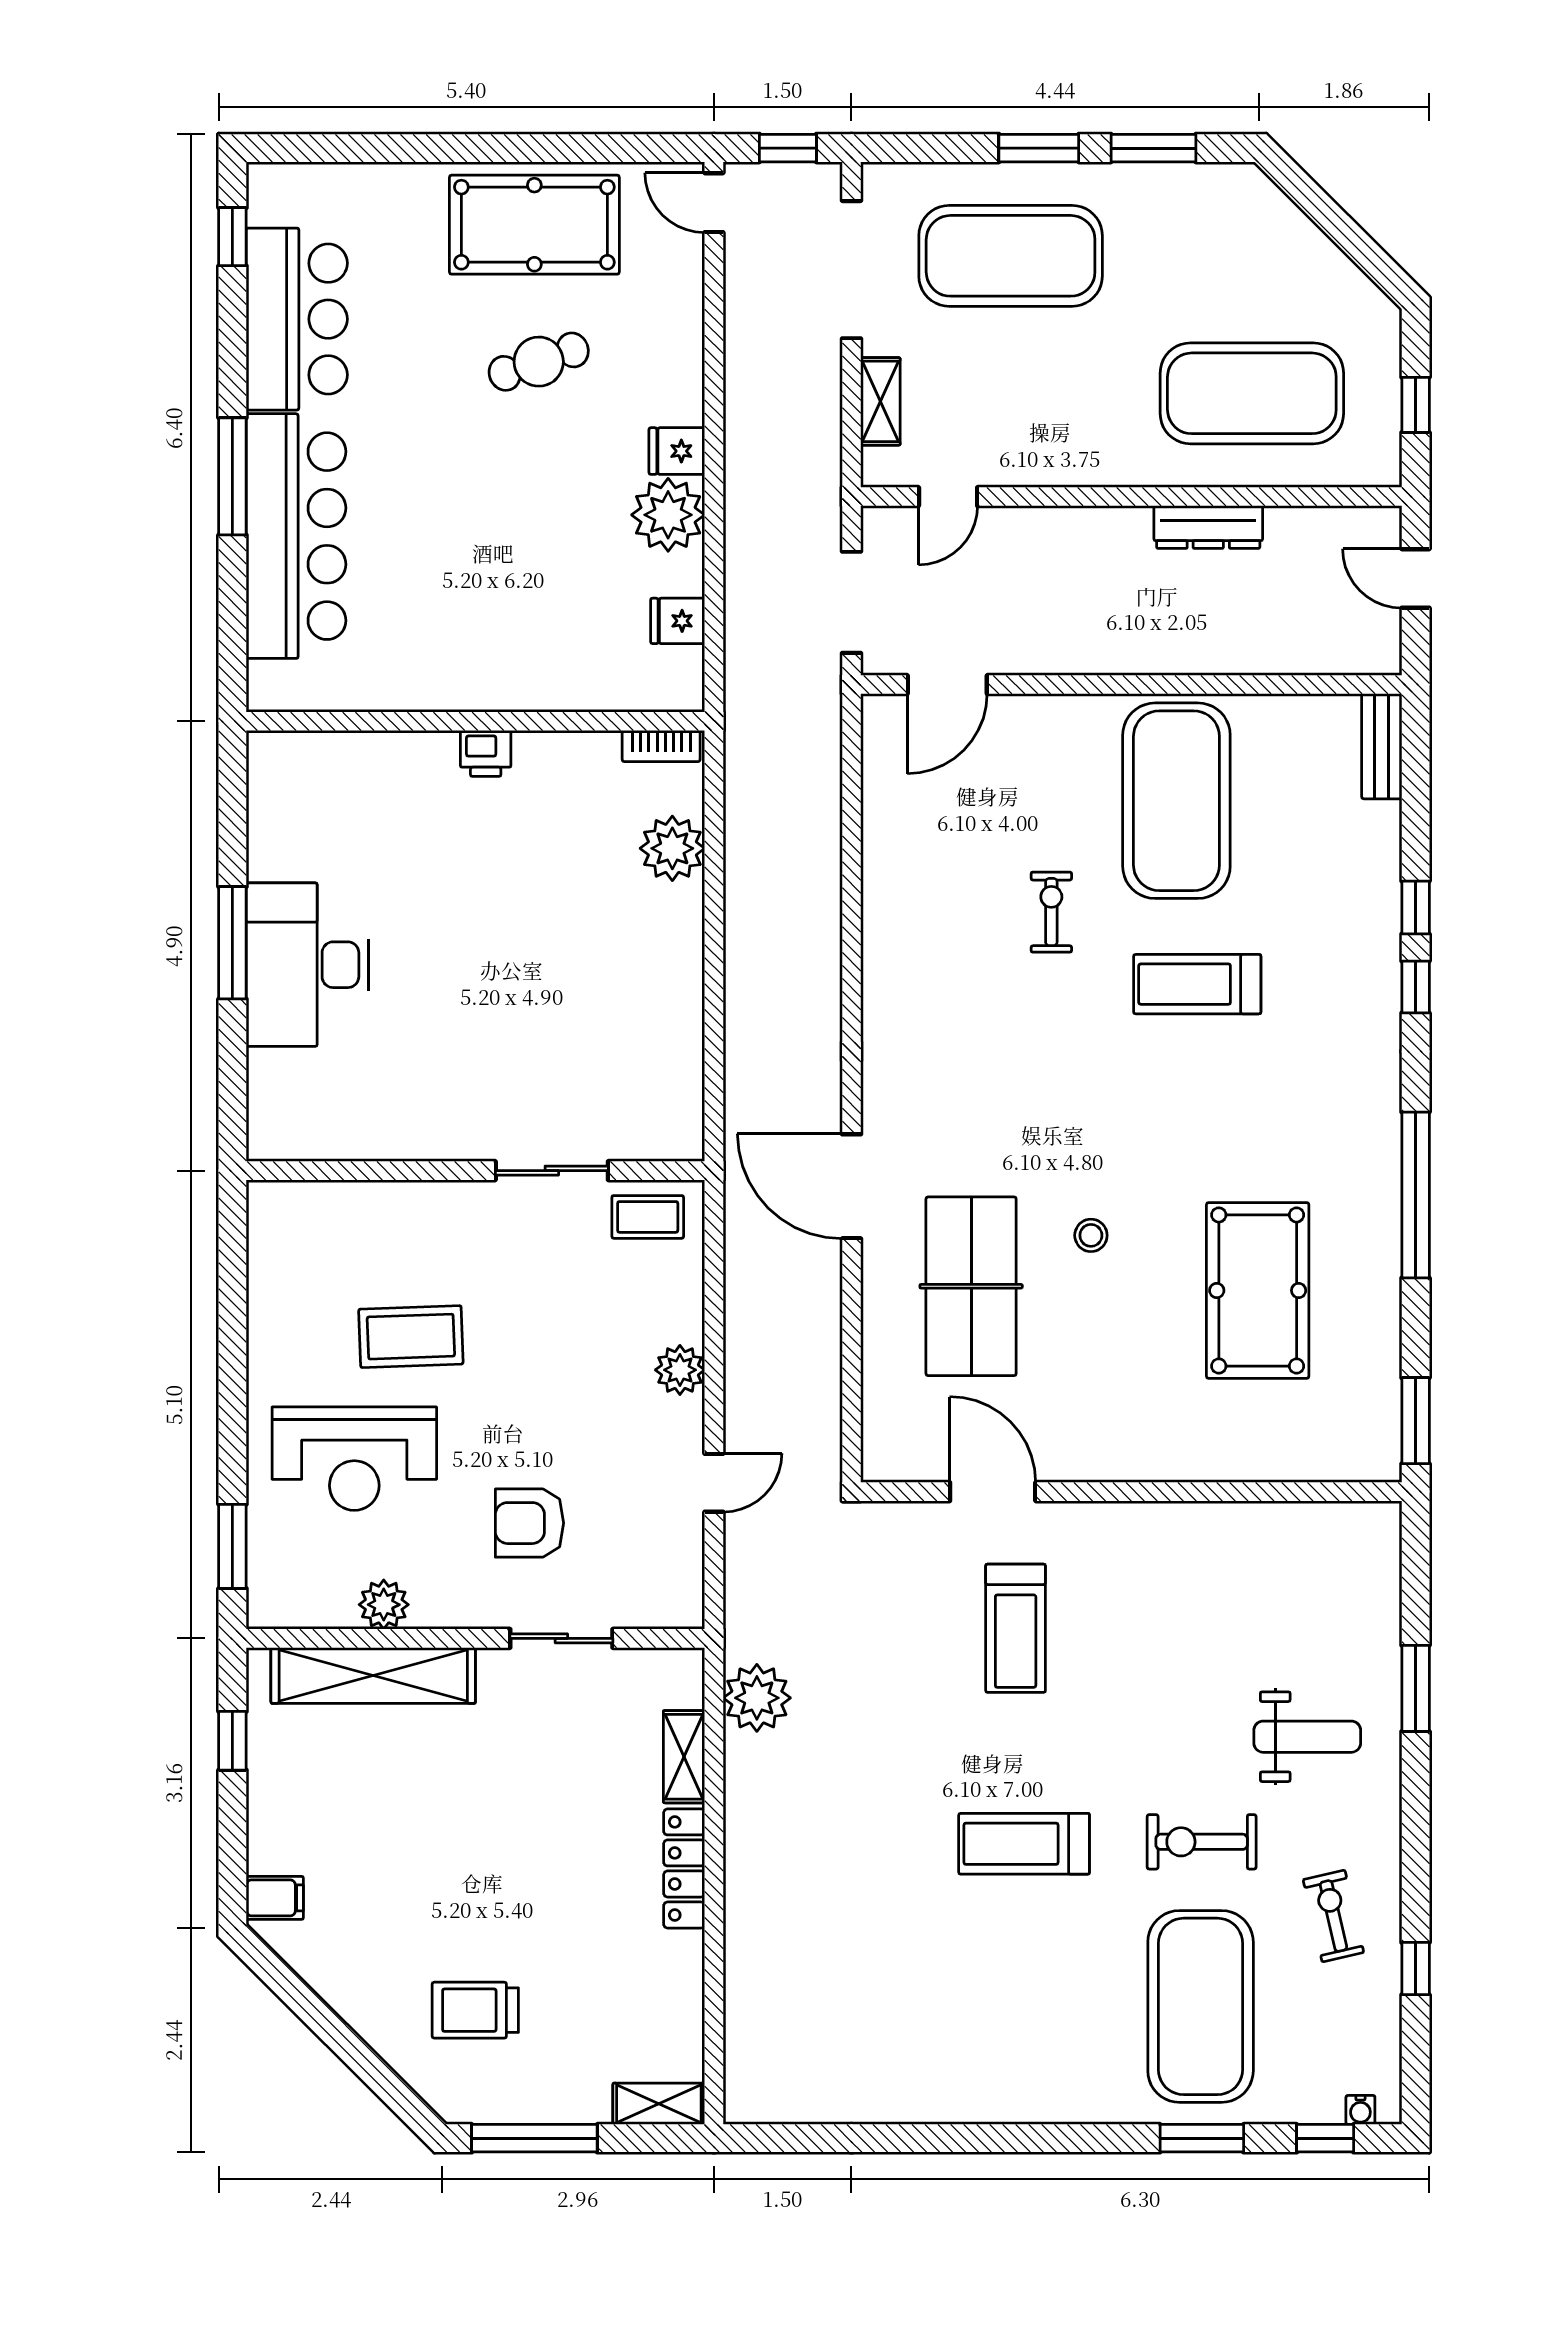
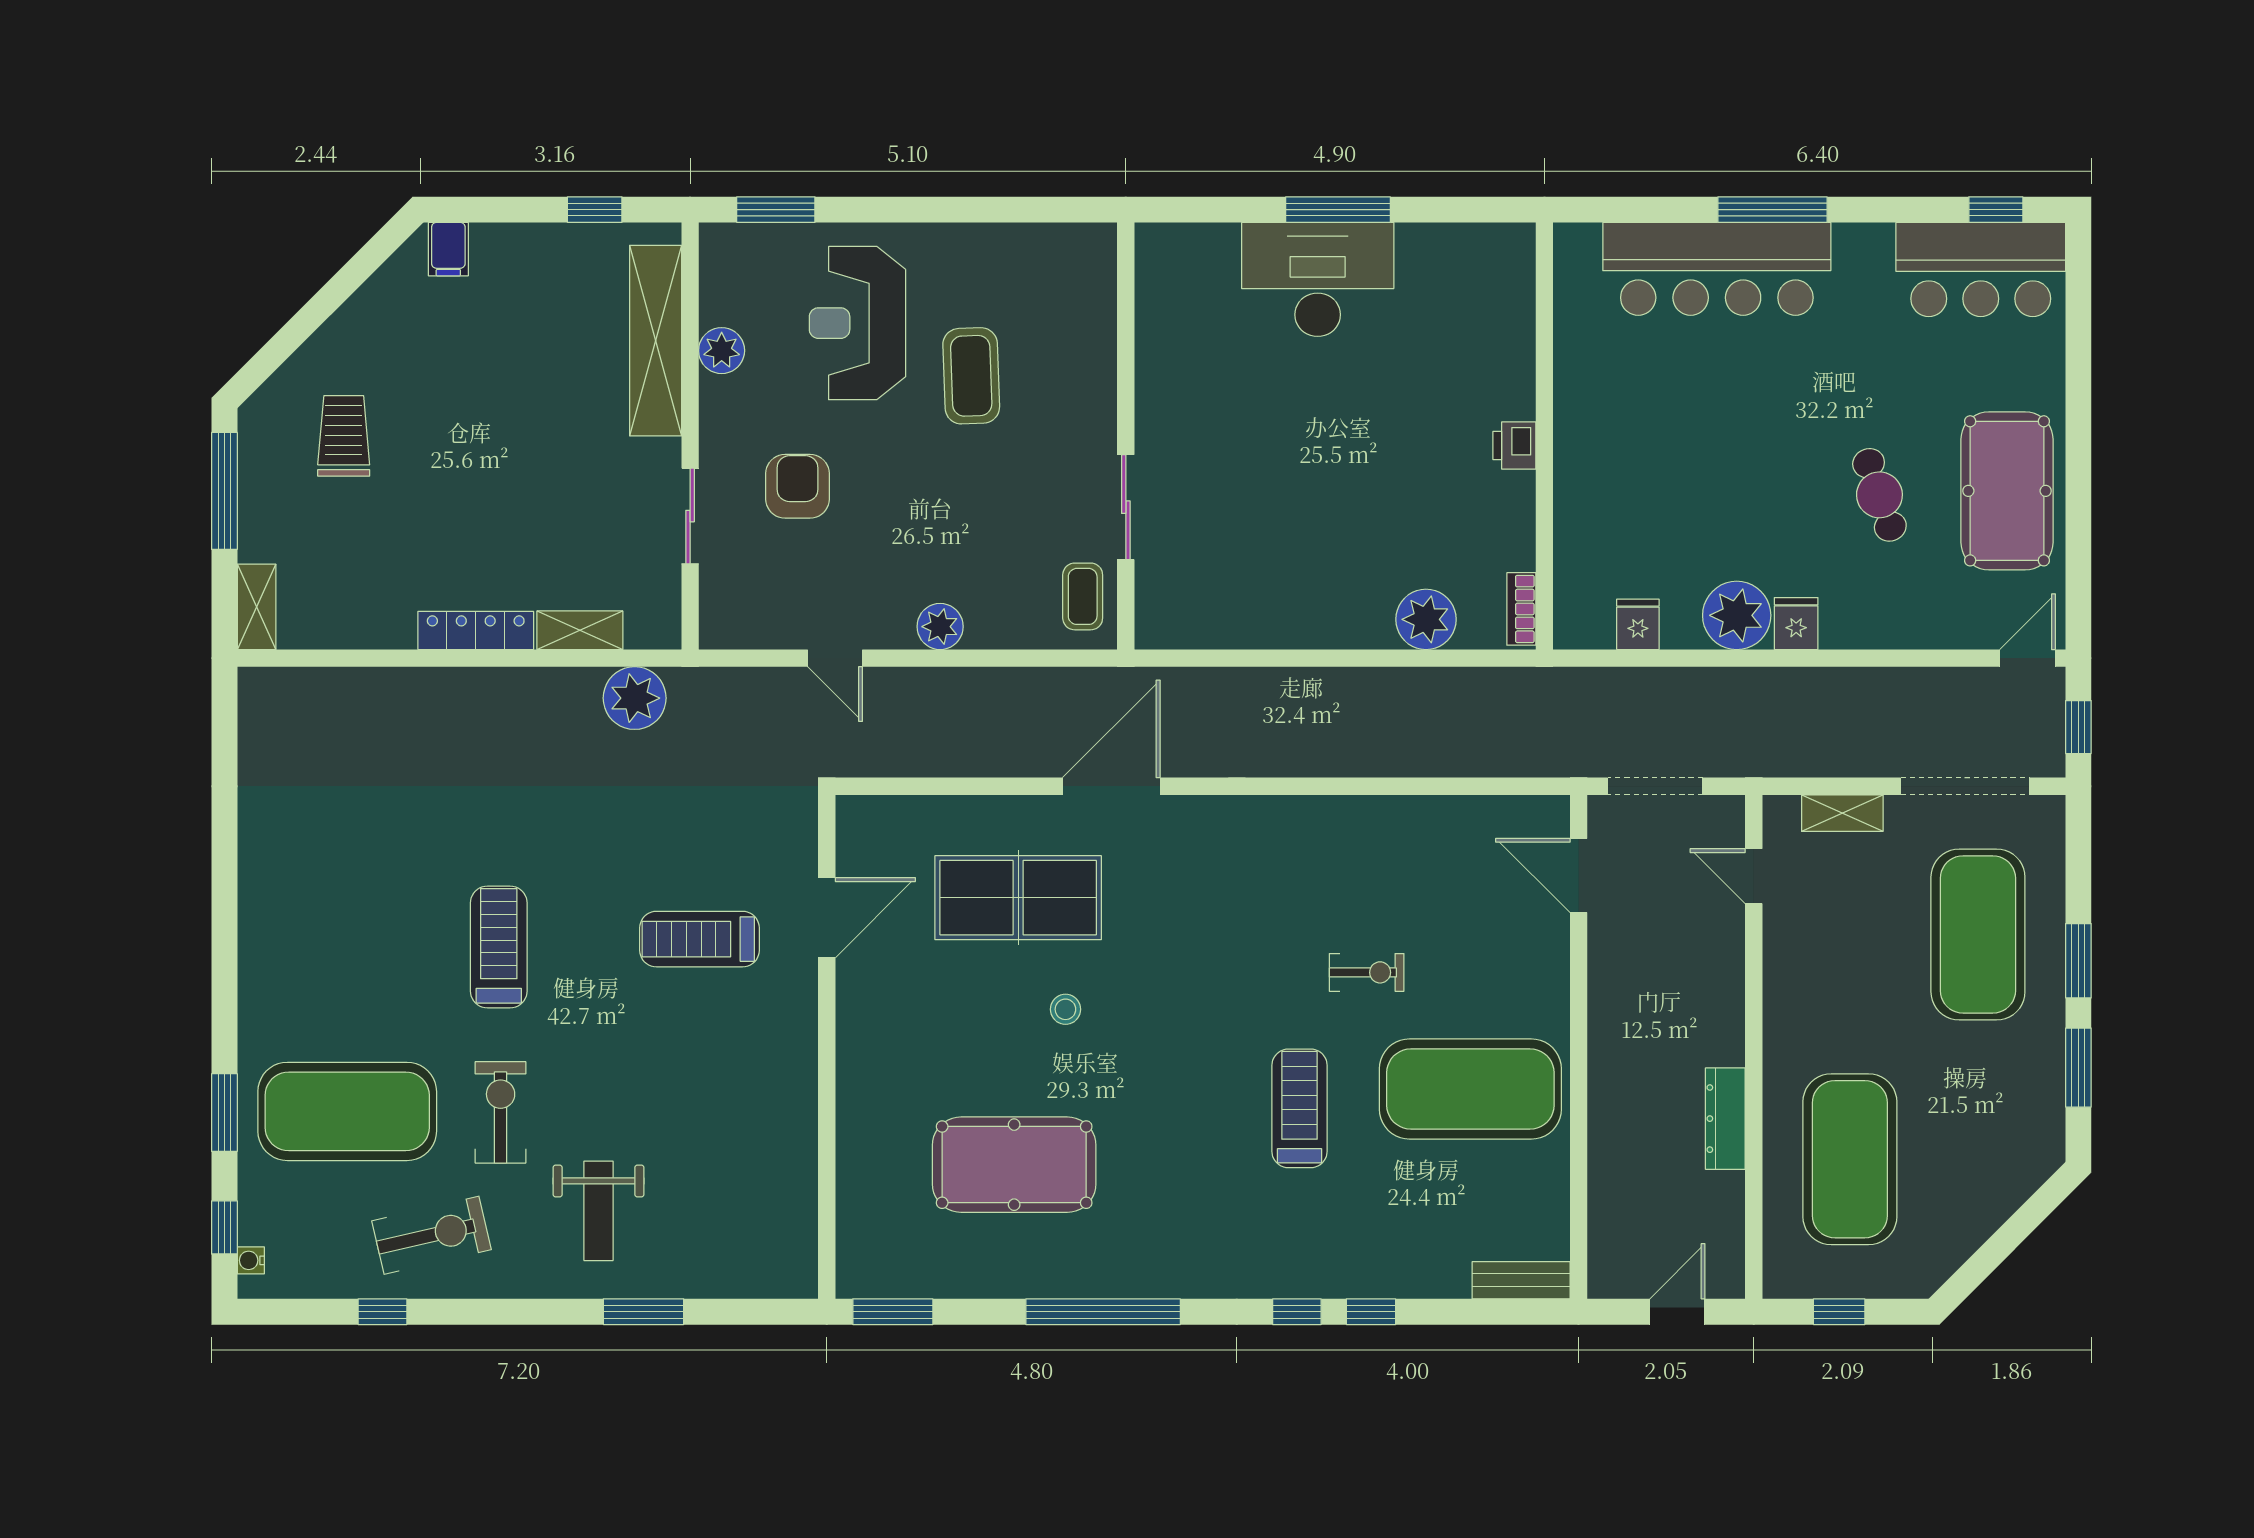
bar counter: (297, 319) -> (1981, 270), moved
exercise bike: (1333, 1916) -> (431, 1235), width x1.38, depth x1.39

